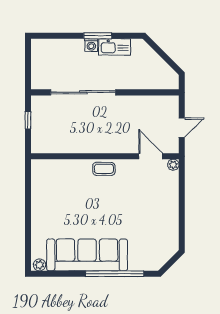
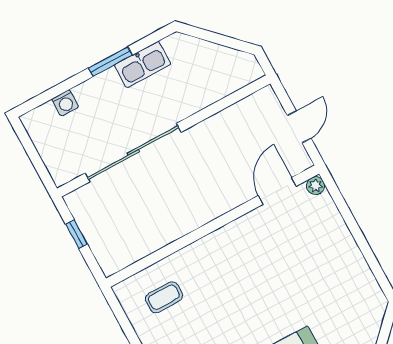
washing machine: (91, 45) -> (65, 103), moved
door: (151, 156) -> (277, 191), hinge flipped
coffee table: (104, 169) -> (164, 297), moved

